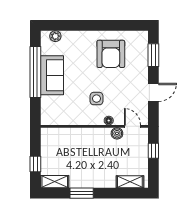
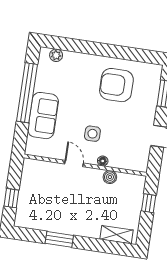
armchair: (111, 54) -> (116, 85), turned 90
sofa: (52, 75) -> (43, 116), moved
door: (132, 126) -> (74, 163), moved
shelving: (55, 182) -> (30, 222), removed

